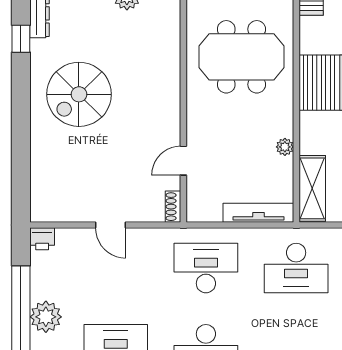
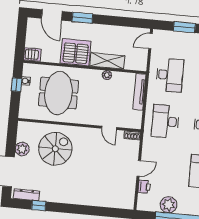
spiral stairs: (79, 94) -> (55, 149), moved, turned -90
shelving: (312, 188) -> (107, 61), moved
printer: (42, 239) -> (144, 187), moved
plant: (46, 317) -> (169, 205), moved

